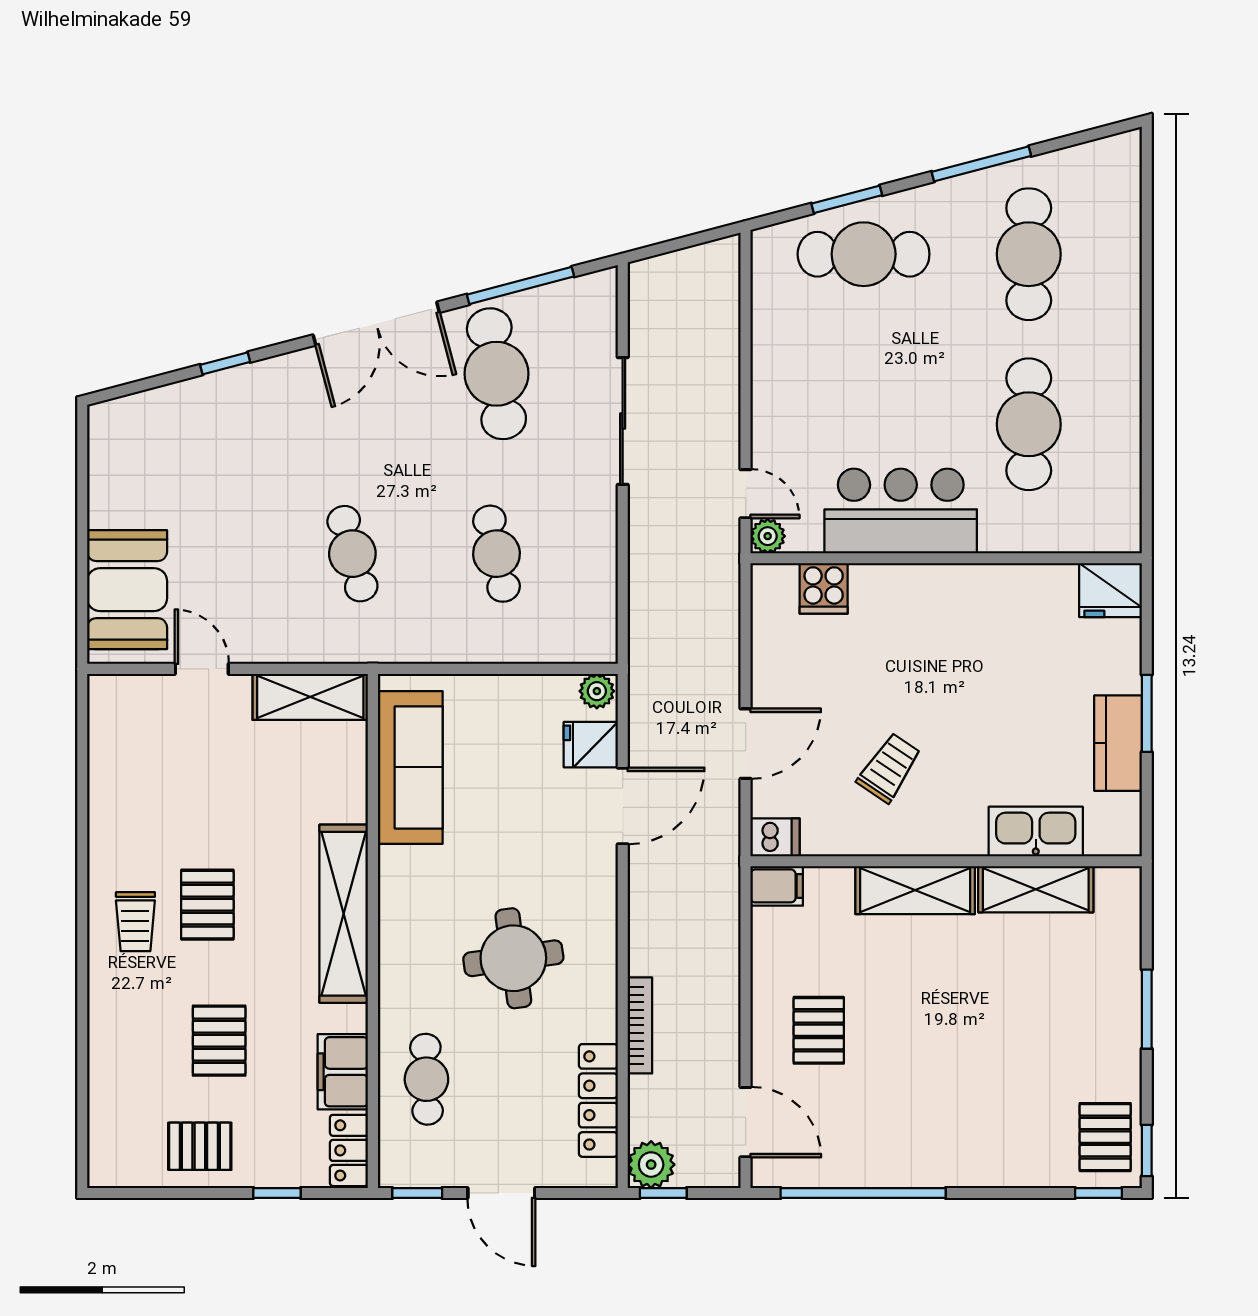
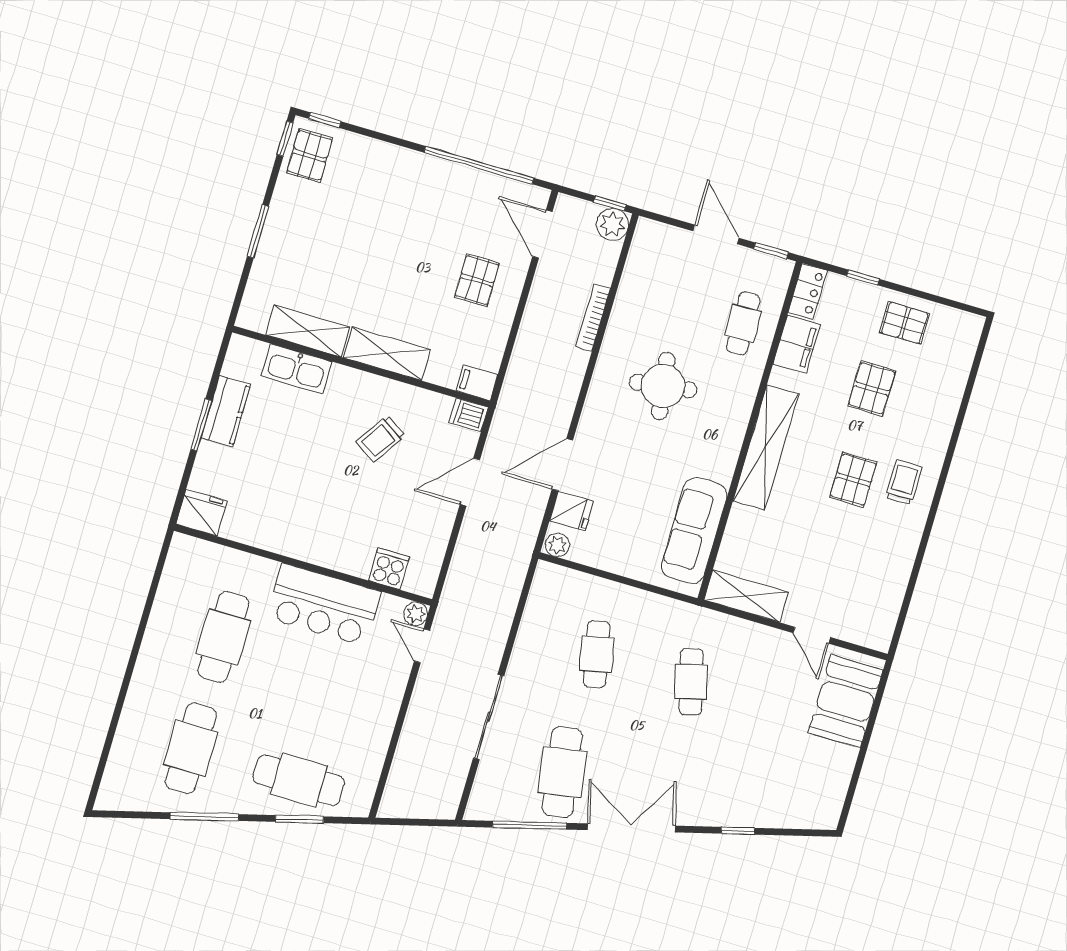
locker: (598, 1100) -> (635, 277), removed

